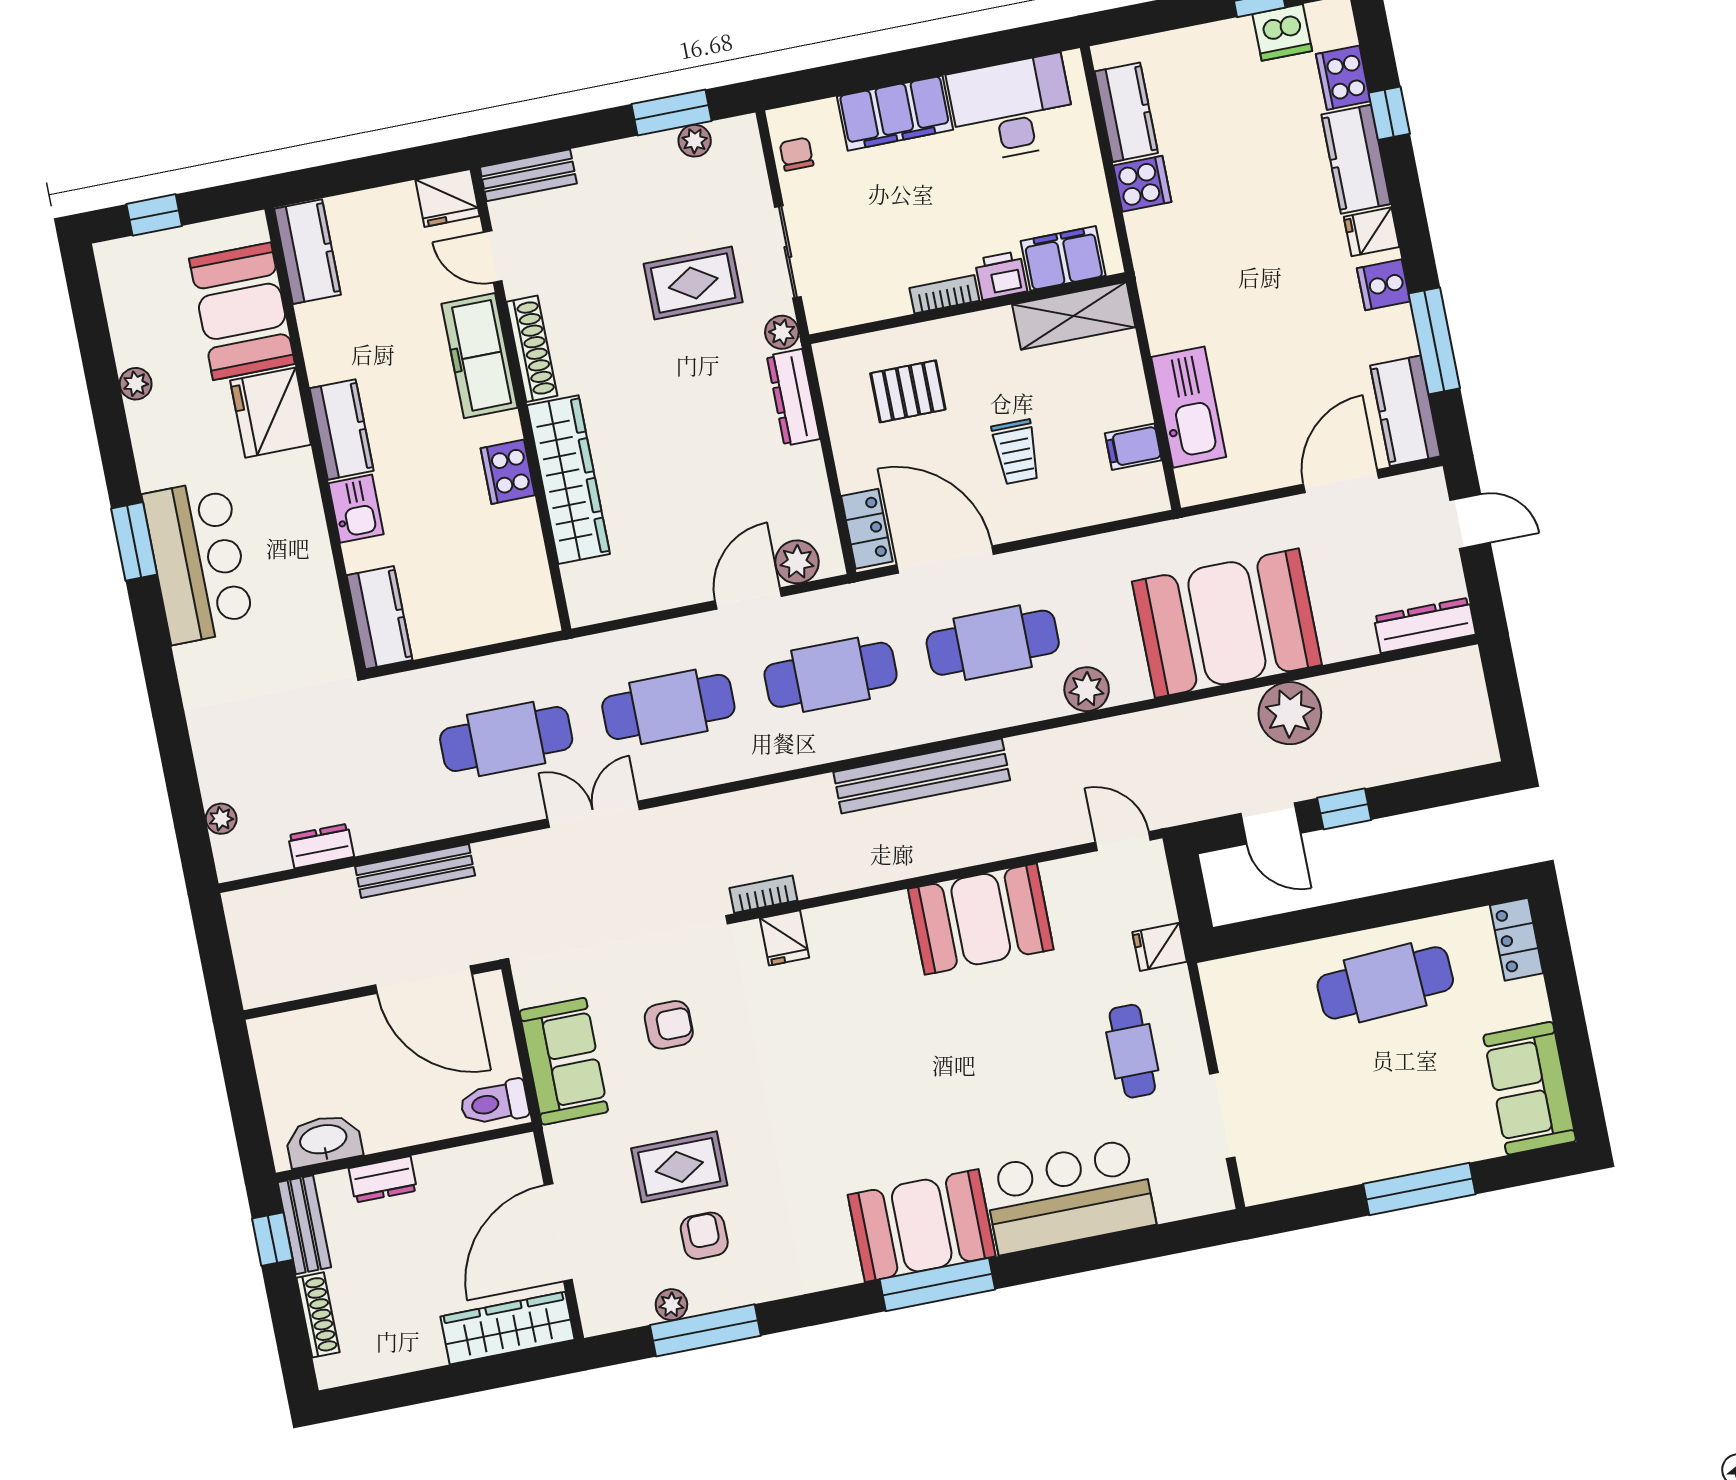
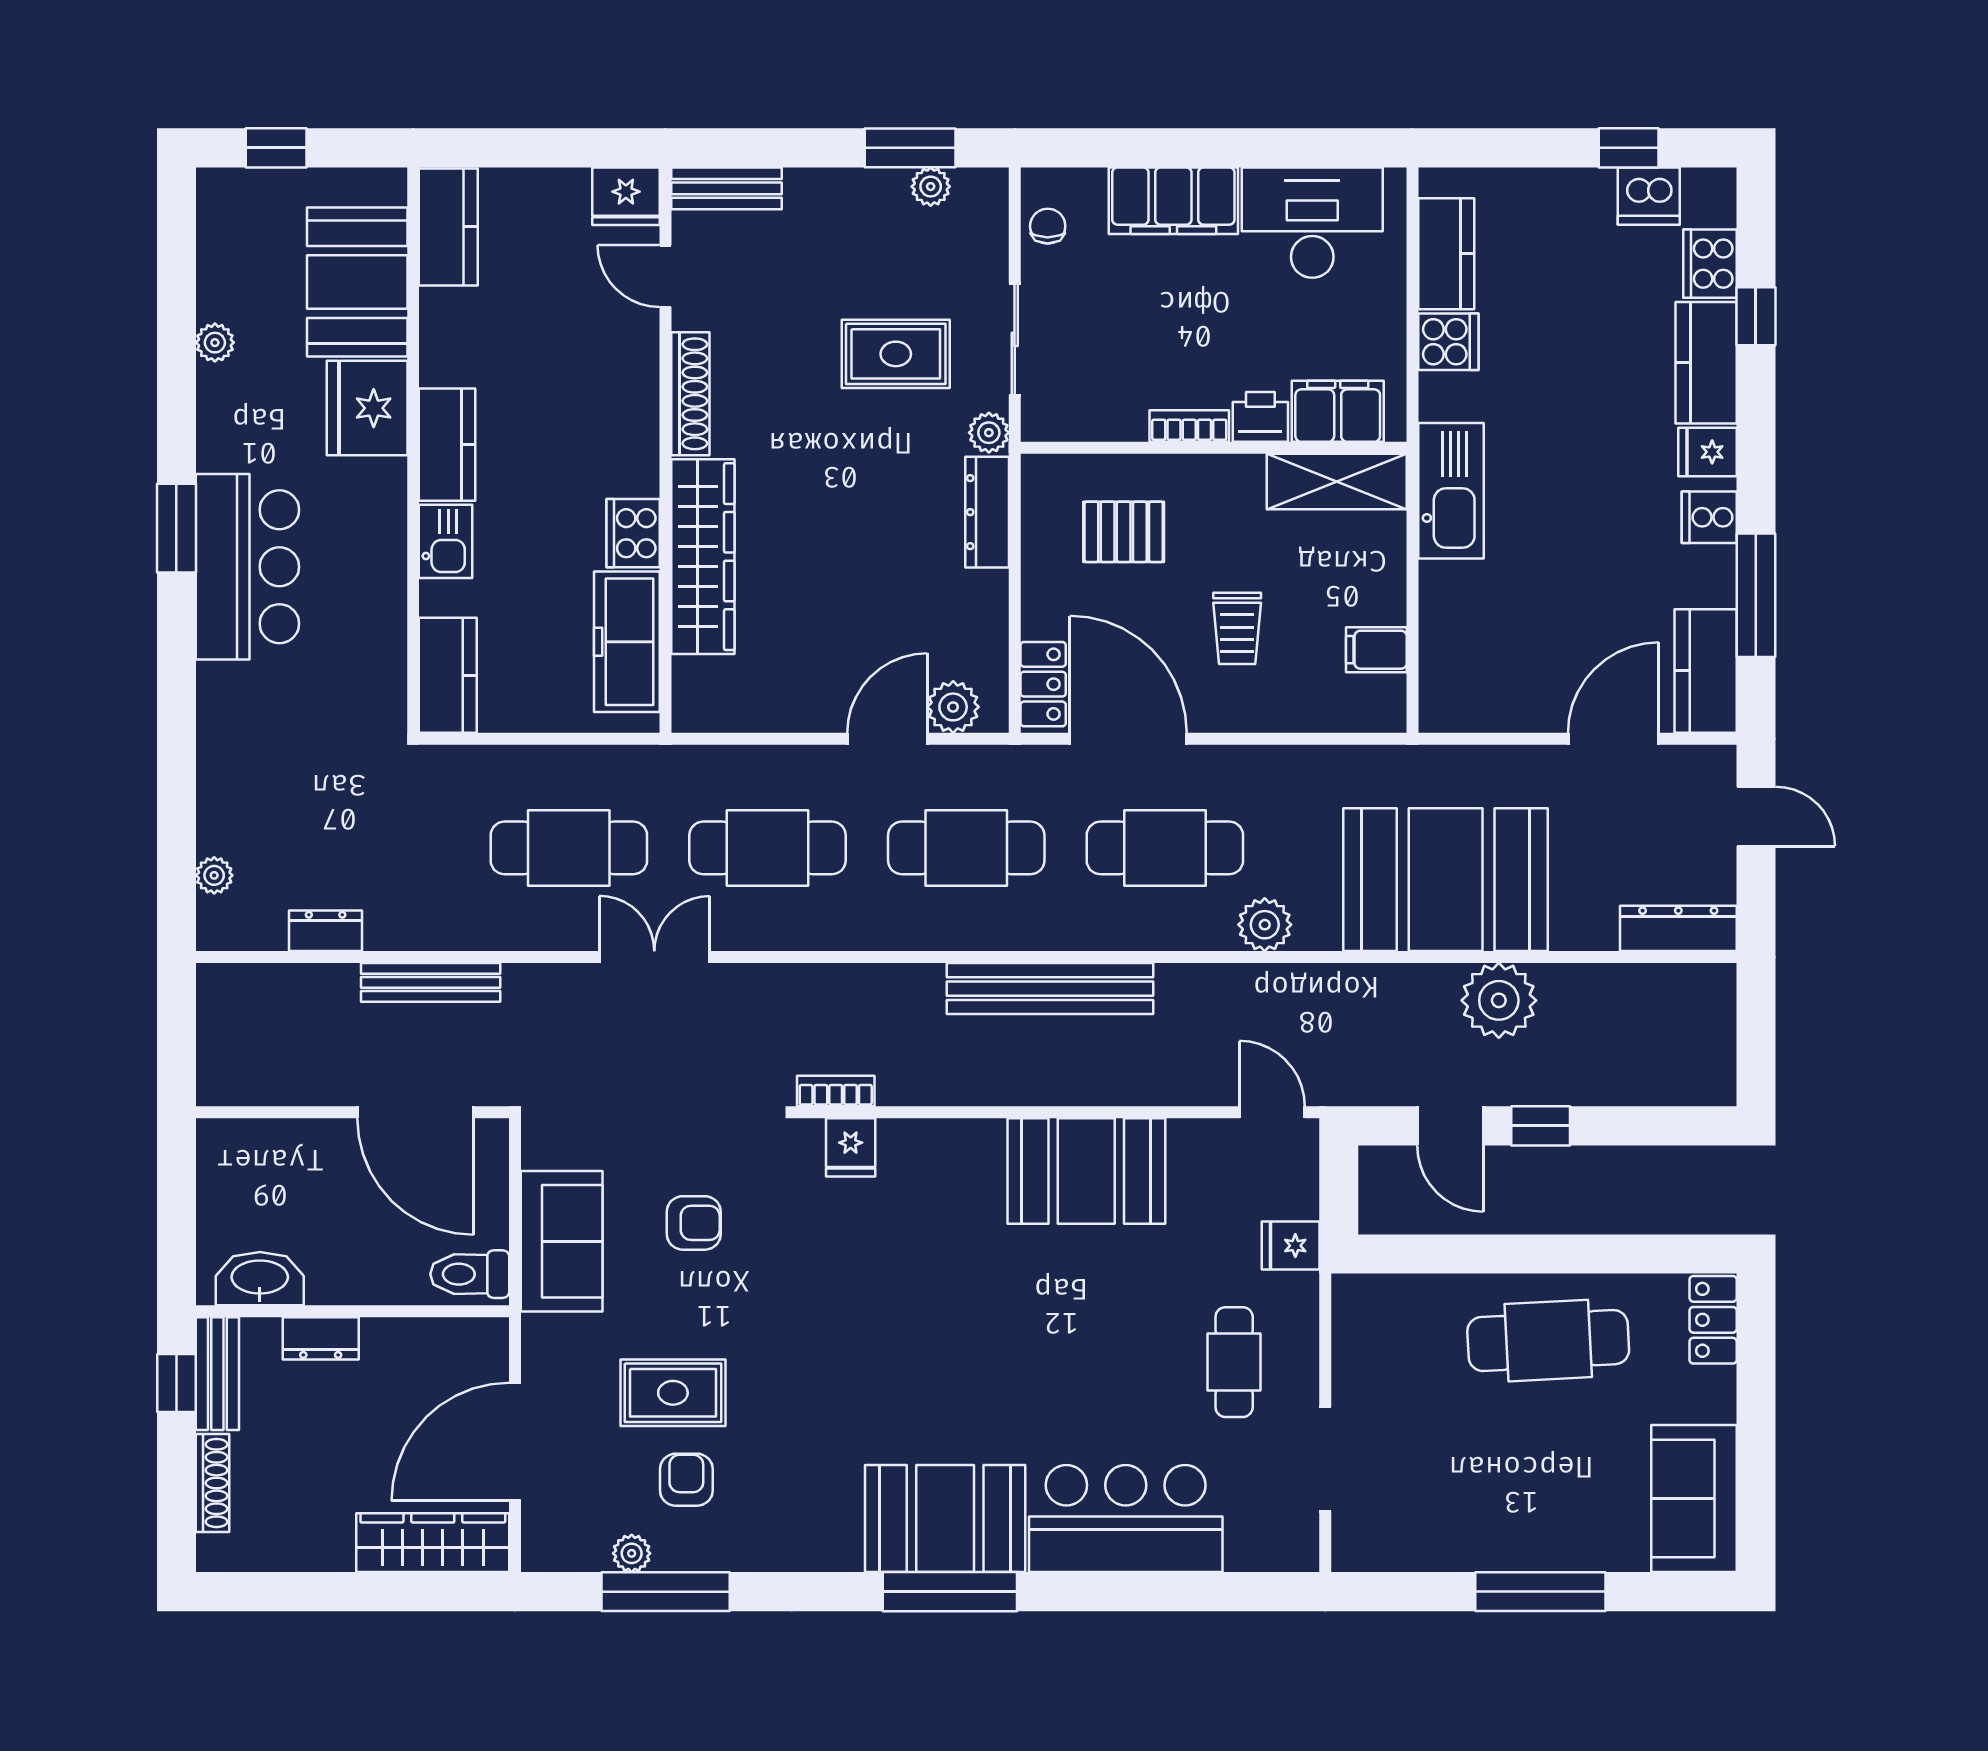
freezer: (480, 356) -> (627, 642), moved
kitchen sink: (1189, 407) -> (1451, 491), moved

